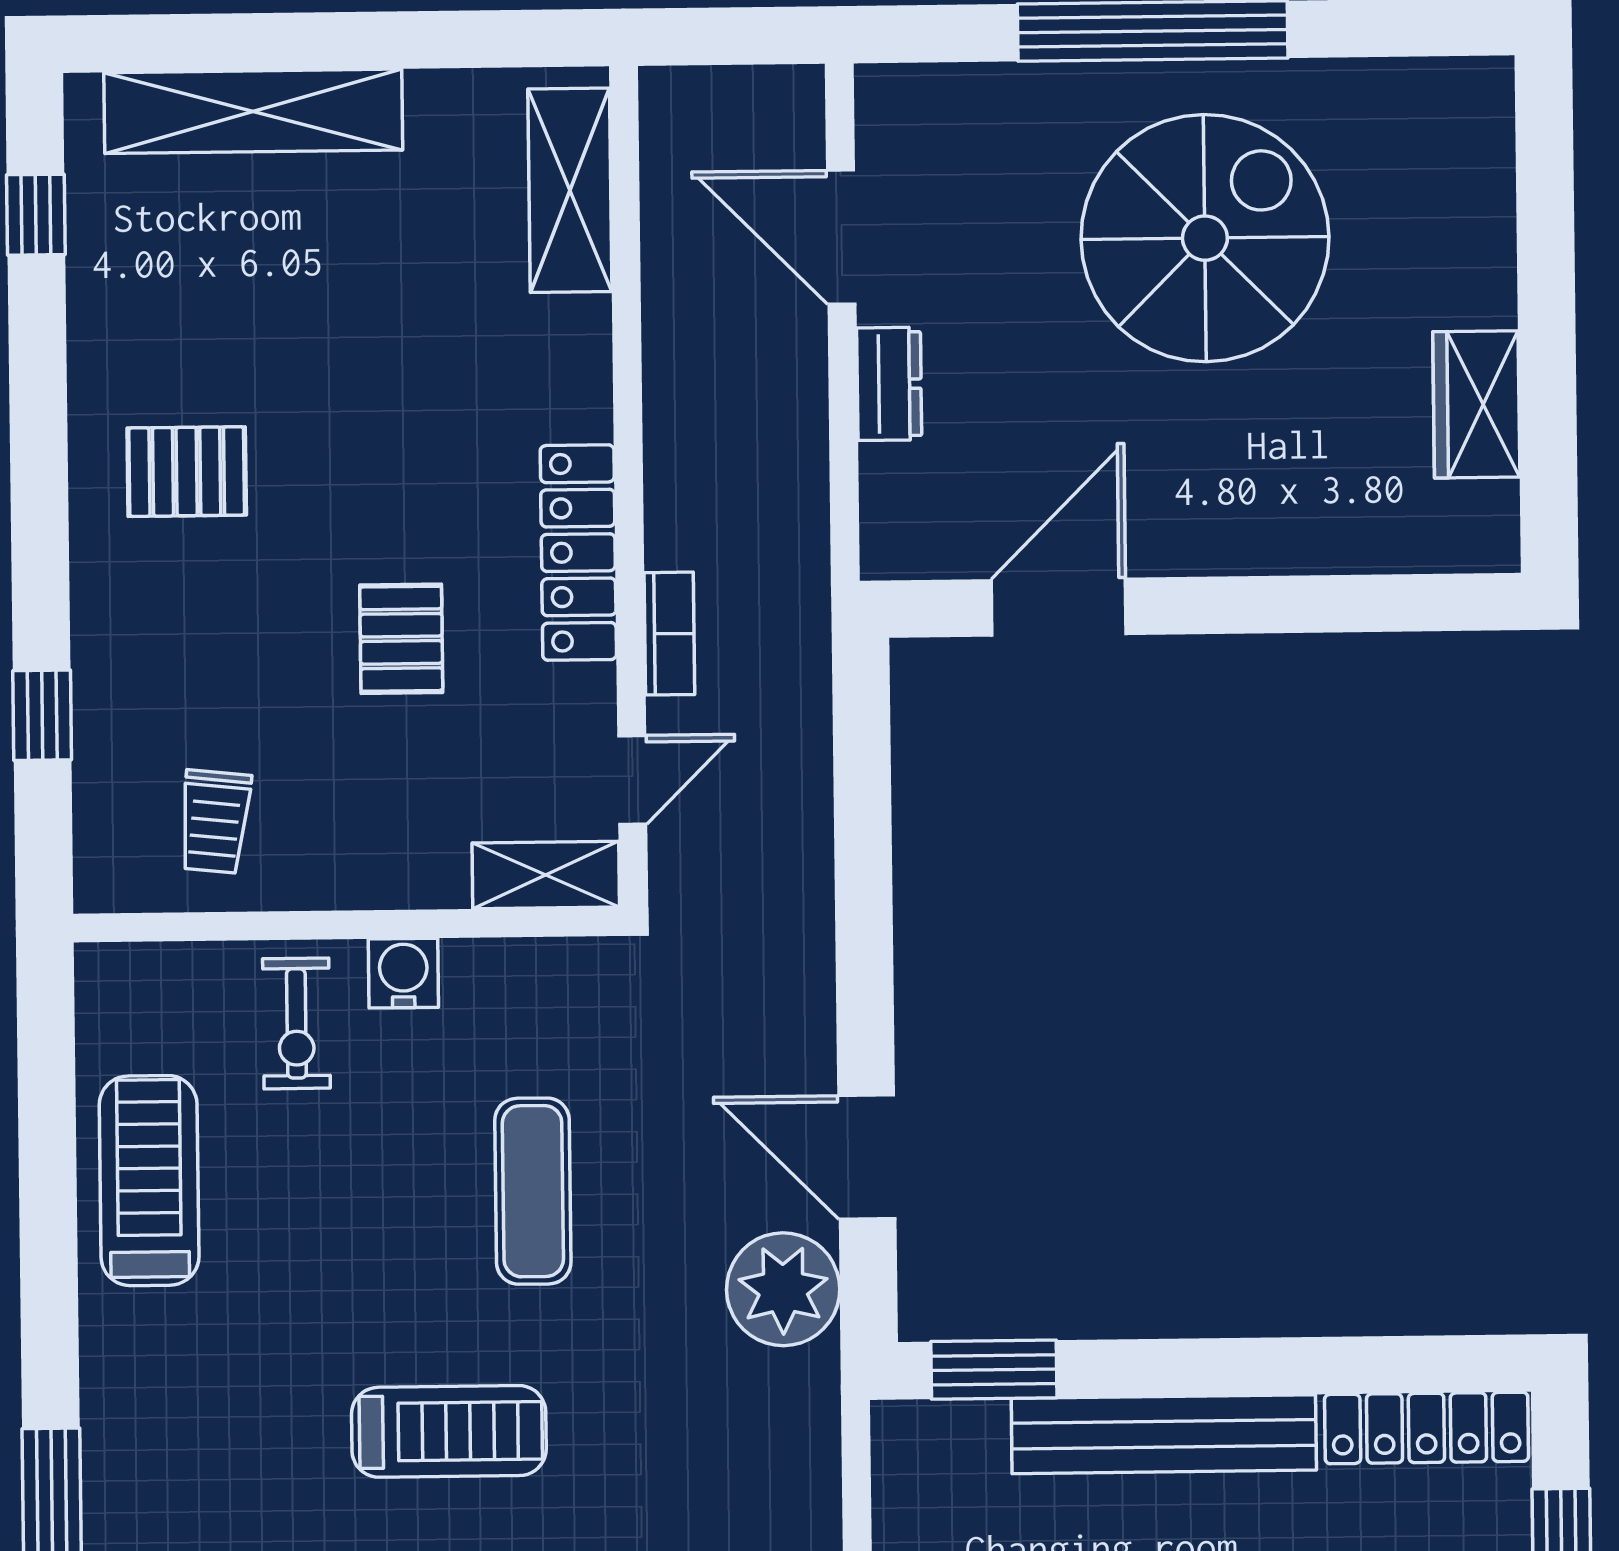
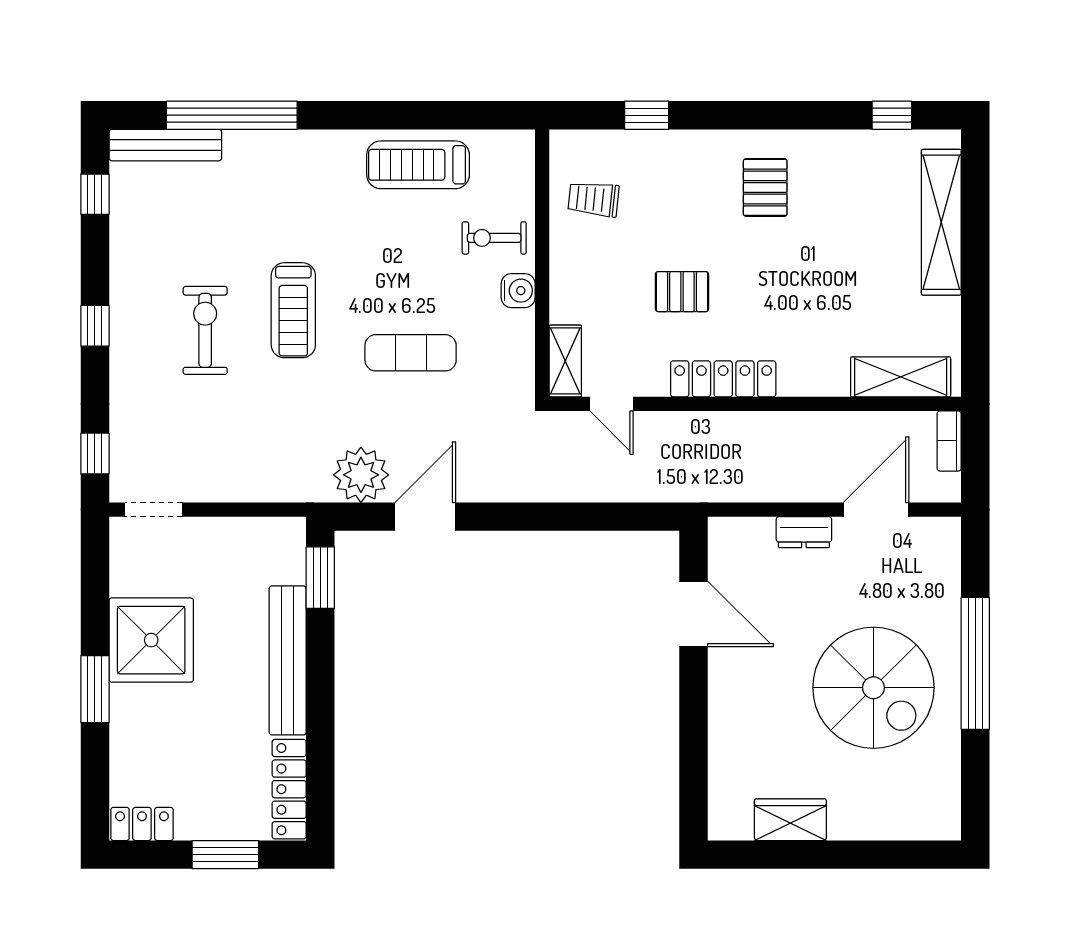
bookcase: (669, 634) -> (949, 441), moved, turned 90
treadmill: (149, 1181) -> (418, 165), turned 180

